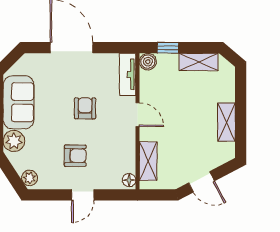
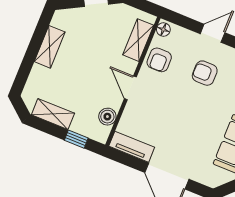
boiler: (148, 62) -> (107, 117), moved
tv unit: (128, 74) -> (132, 147), moved, turned -90
armchair: (85, 108) -> (159, 60), moved

